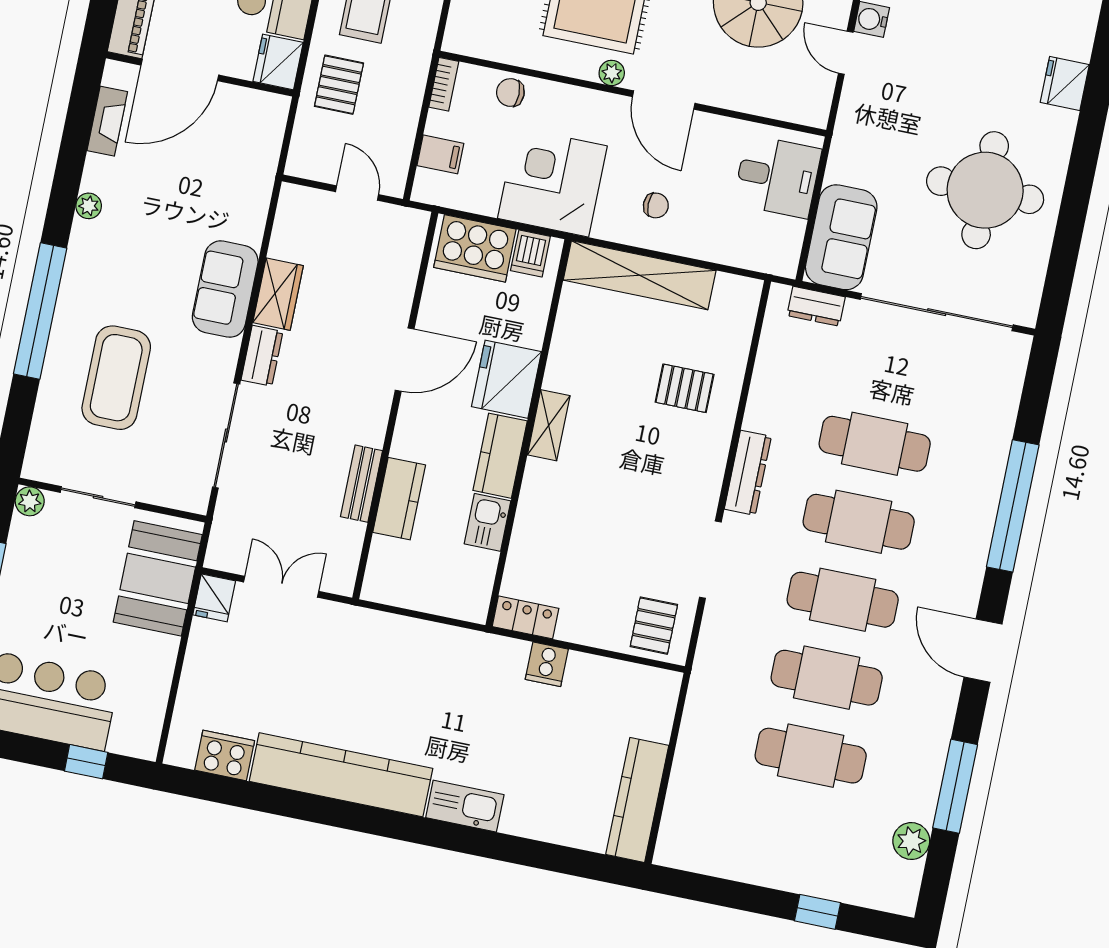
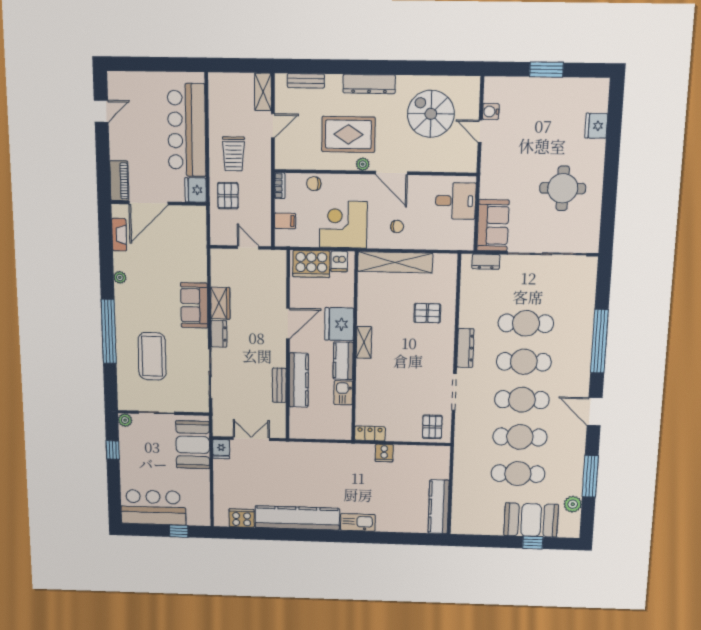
round table: (985, 190) -> (563, 188), width x0.73, depth x0.73
kitchen counter: (399, 499) -> (299, 380), width x1.50
booth: (822, 861) -> (531, 520), added

